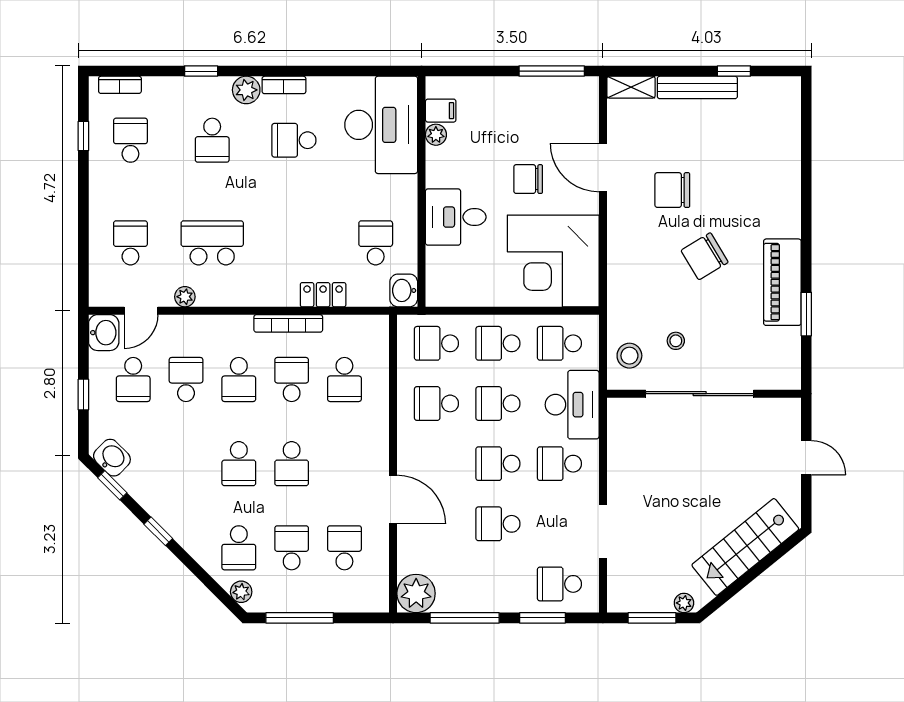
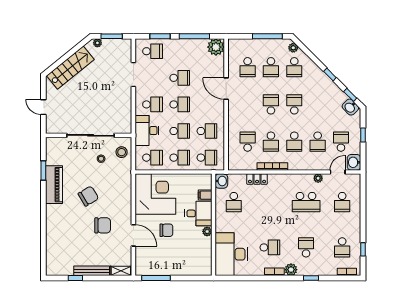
filing cabinet: (441, 111) -> (205, 195), moved
plant: (436, 135) -> (207, 231), moved
school desk: (239, 379) -> (294, 142), turned 180
school desk: (239, 548) -> (294, 67), turned 180

